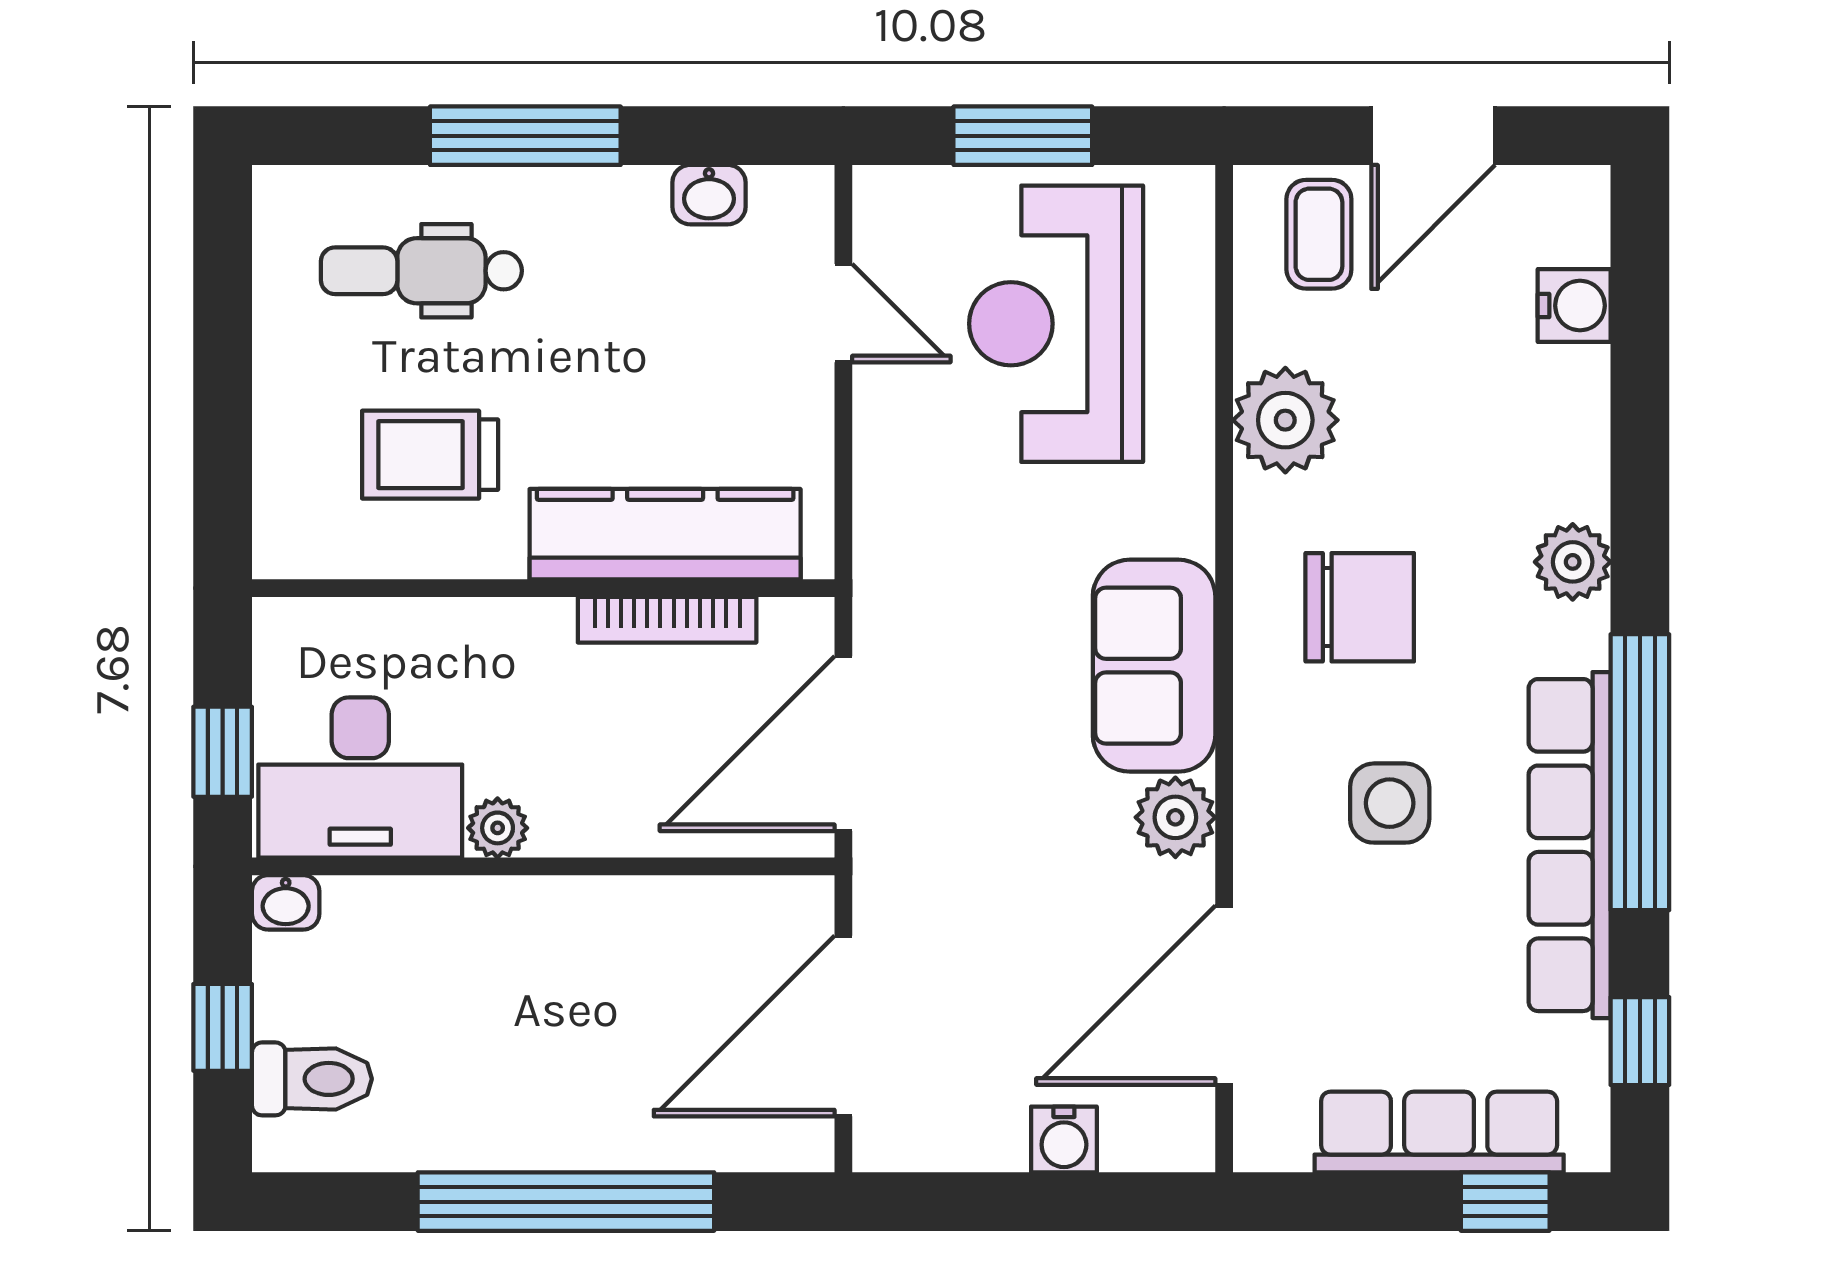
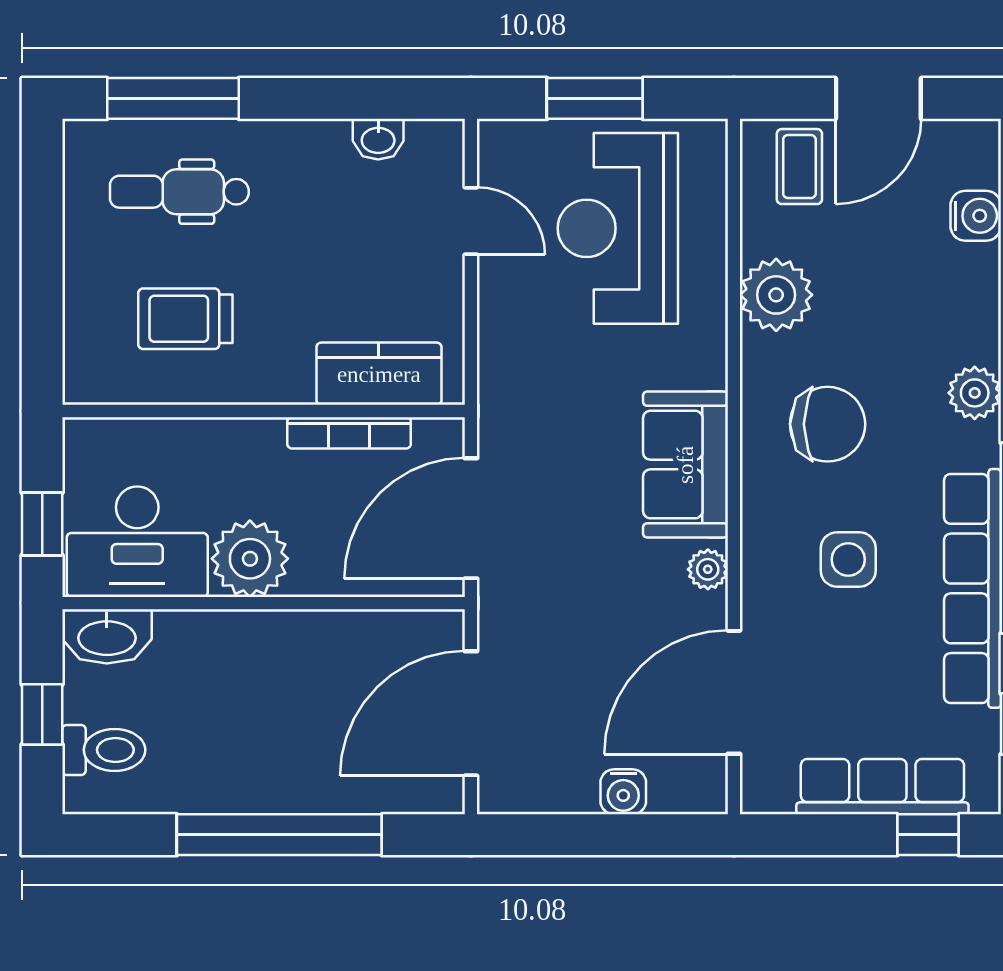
window: (525, 136) -> (173, 98), moved
kitchen counter: (665, 534) -> (379, 374), width x0.67
plant: (1175, 817) -> (708, 569), width x0.73, depth x0.73
plant: (498, 828) -> (250, 559), width x1.87, depth x1.87
washbasin: (286, 902) -> (107, 636), width x1.91, depth x1.45

